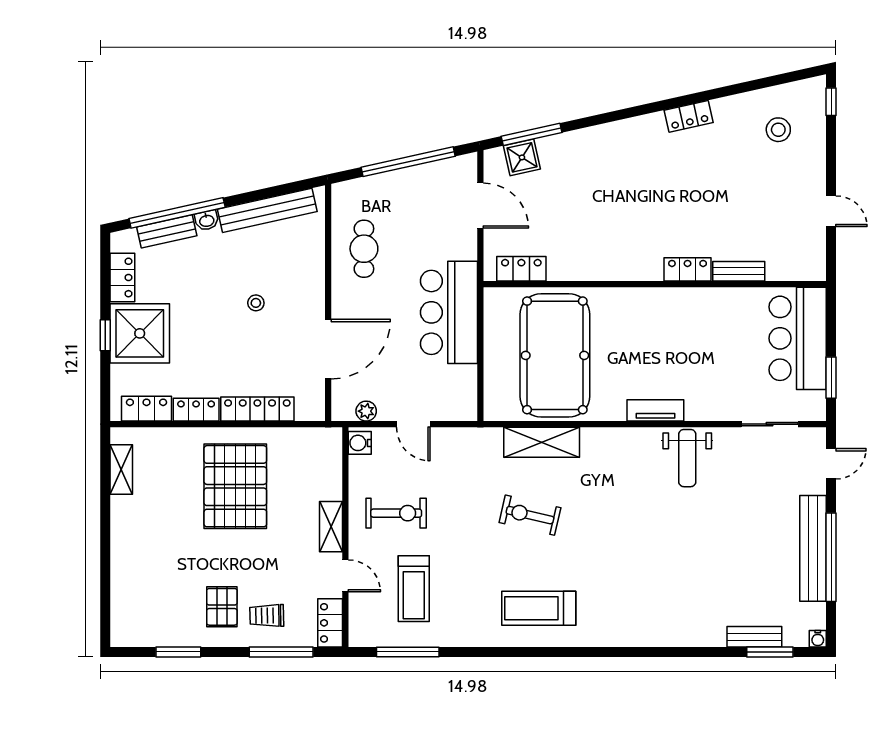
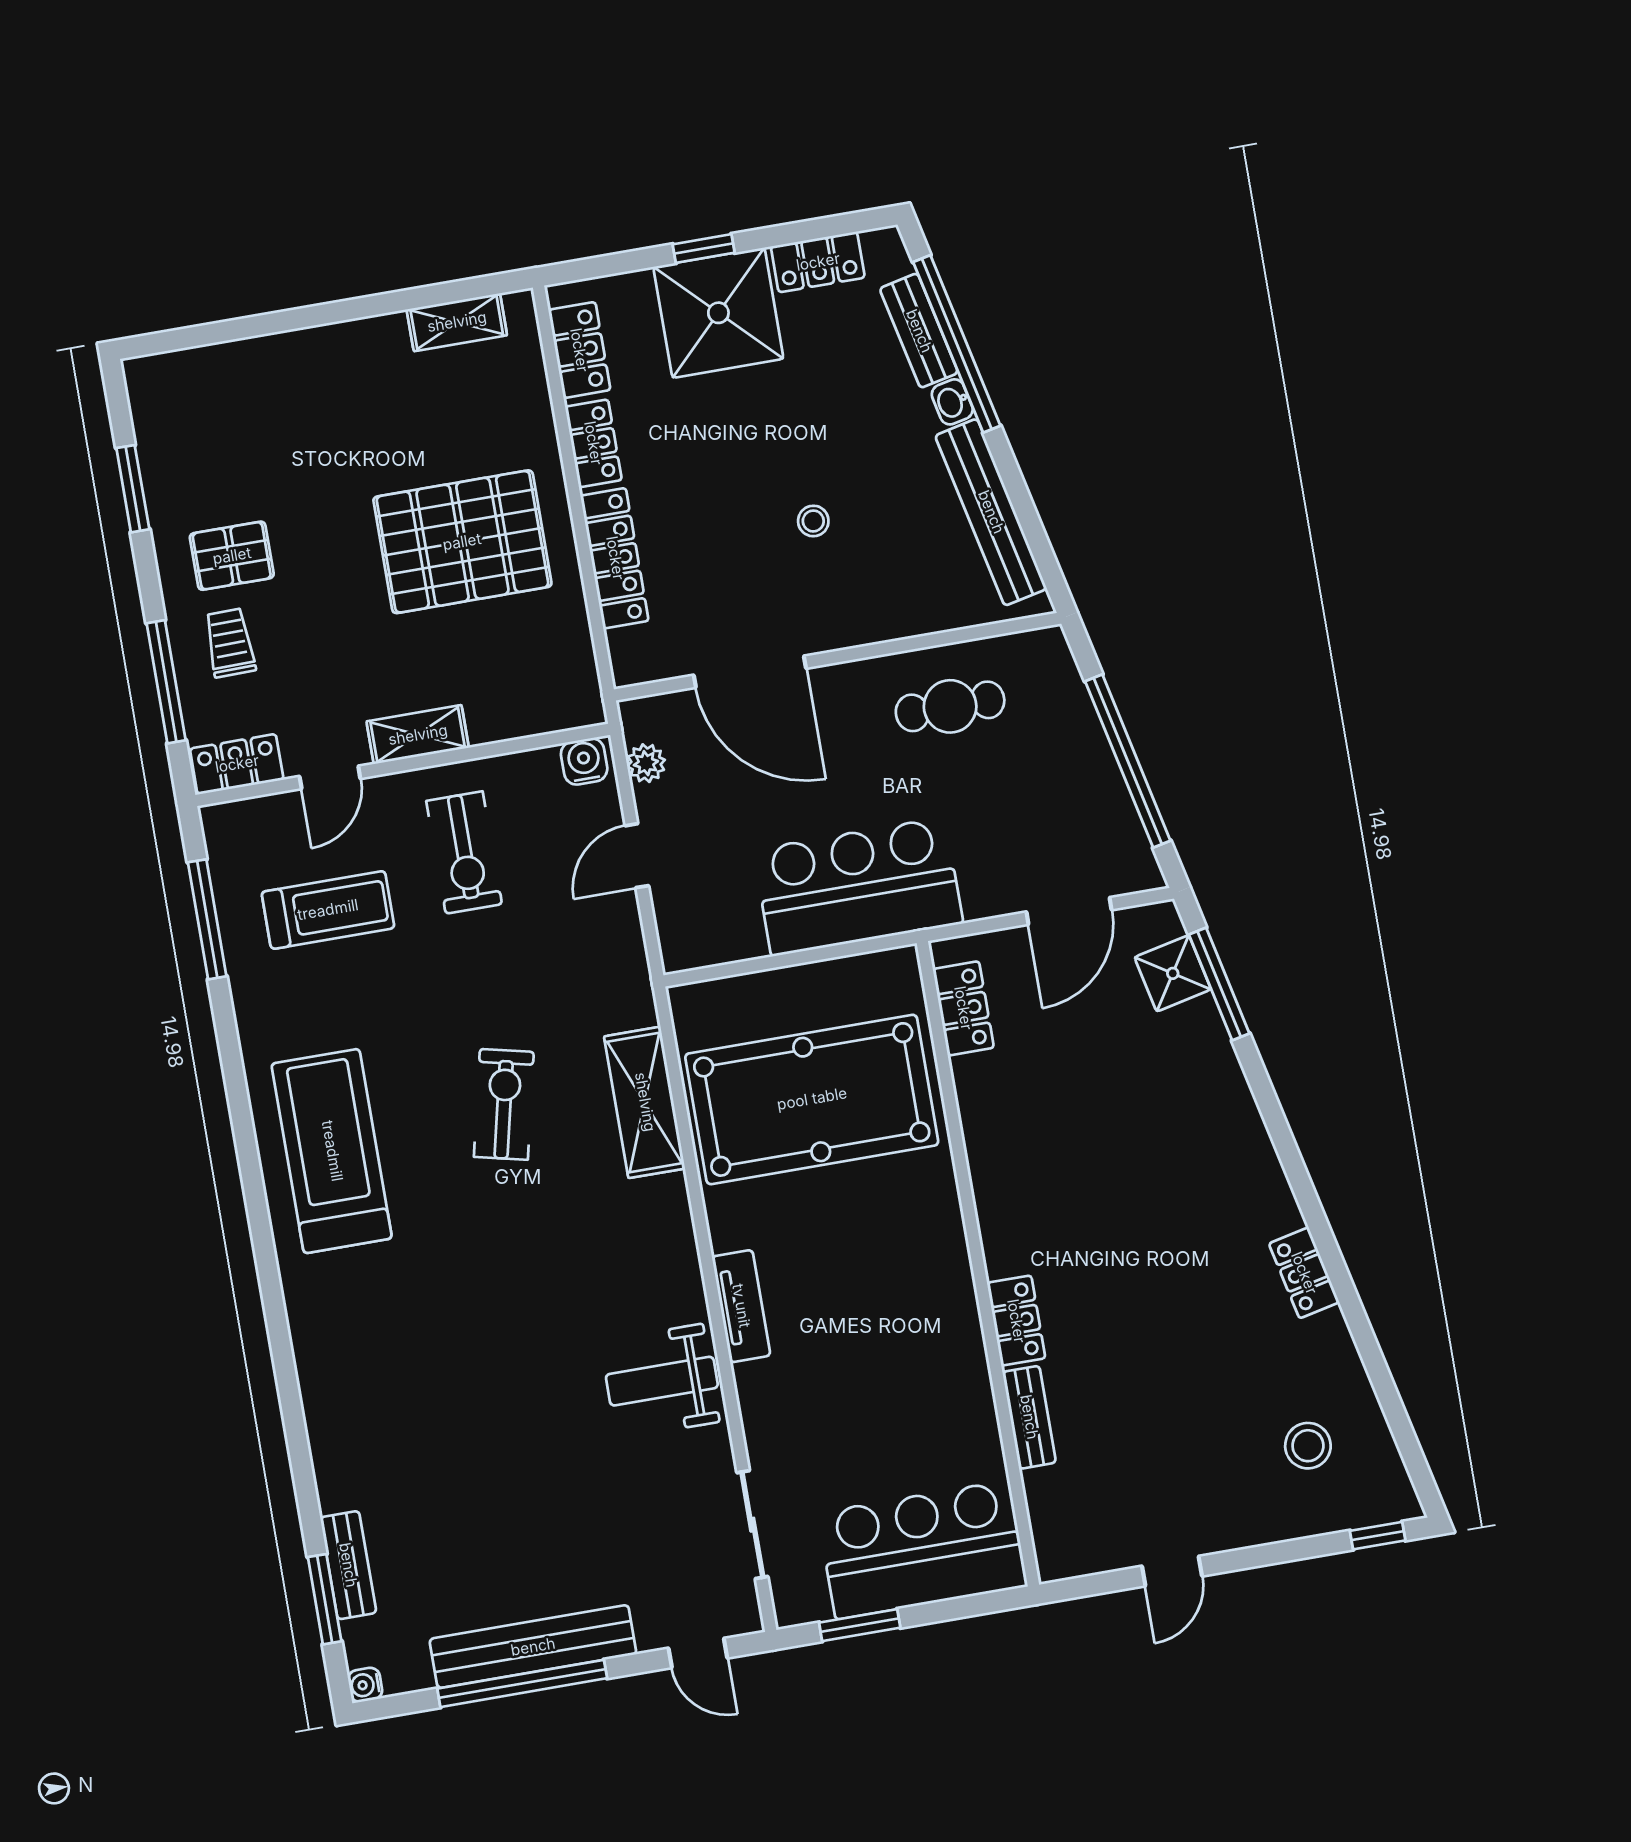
treadmill: (414, 589) -> (328, 910), turned 180
treadmill: (539, 608) -> (332, 1151), width x1.37, depth x1.38

